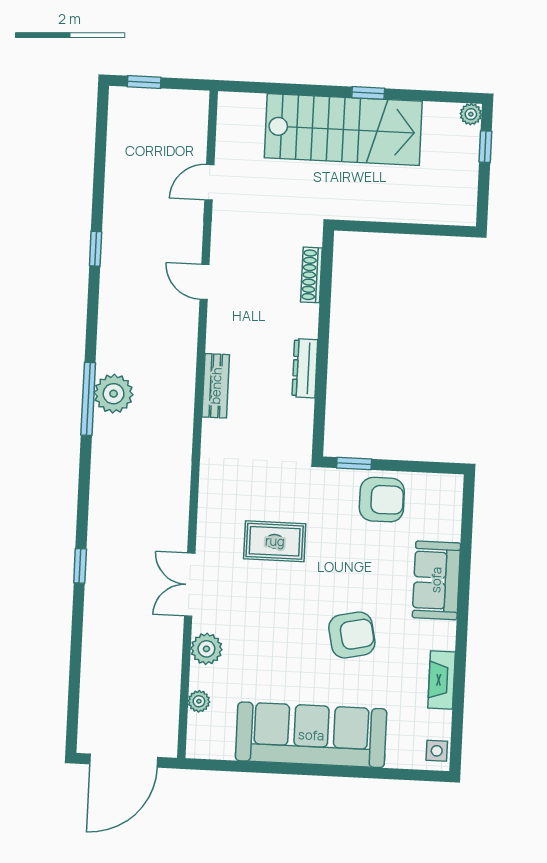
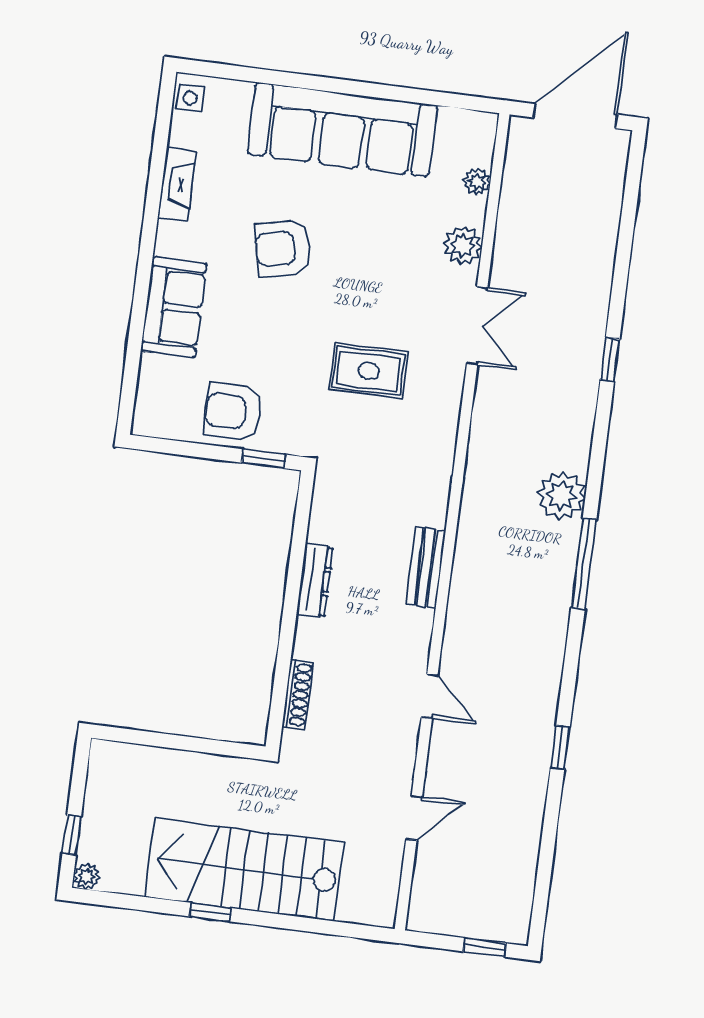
plant: (114, 394) -> (561, 496), moved

